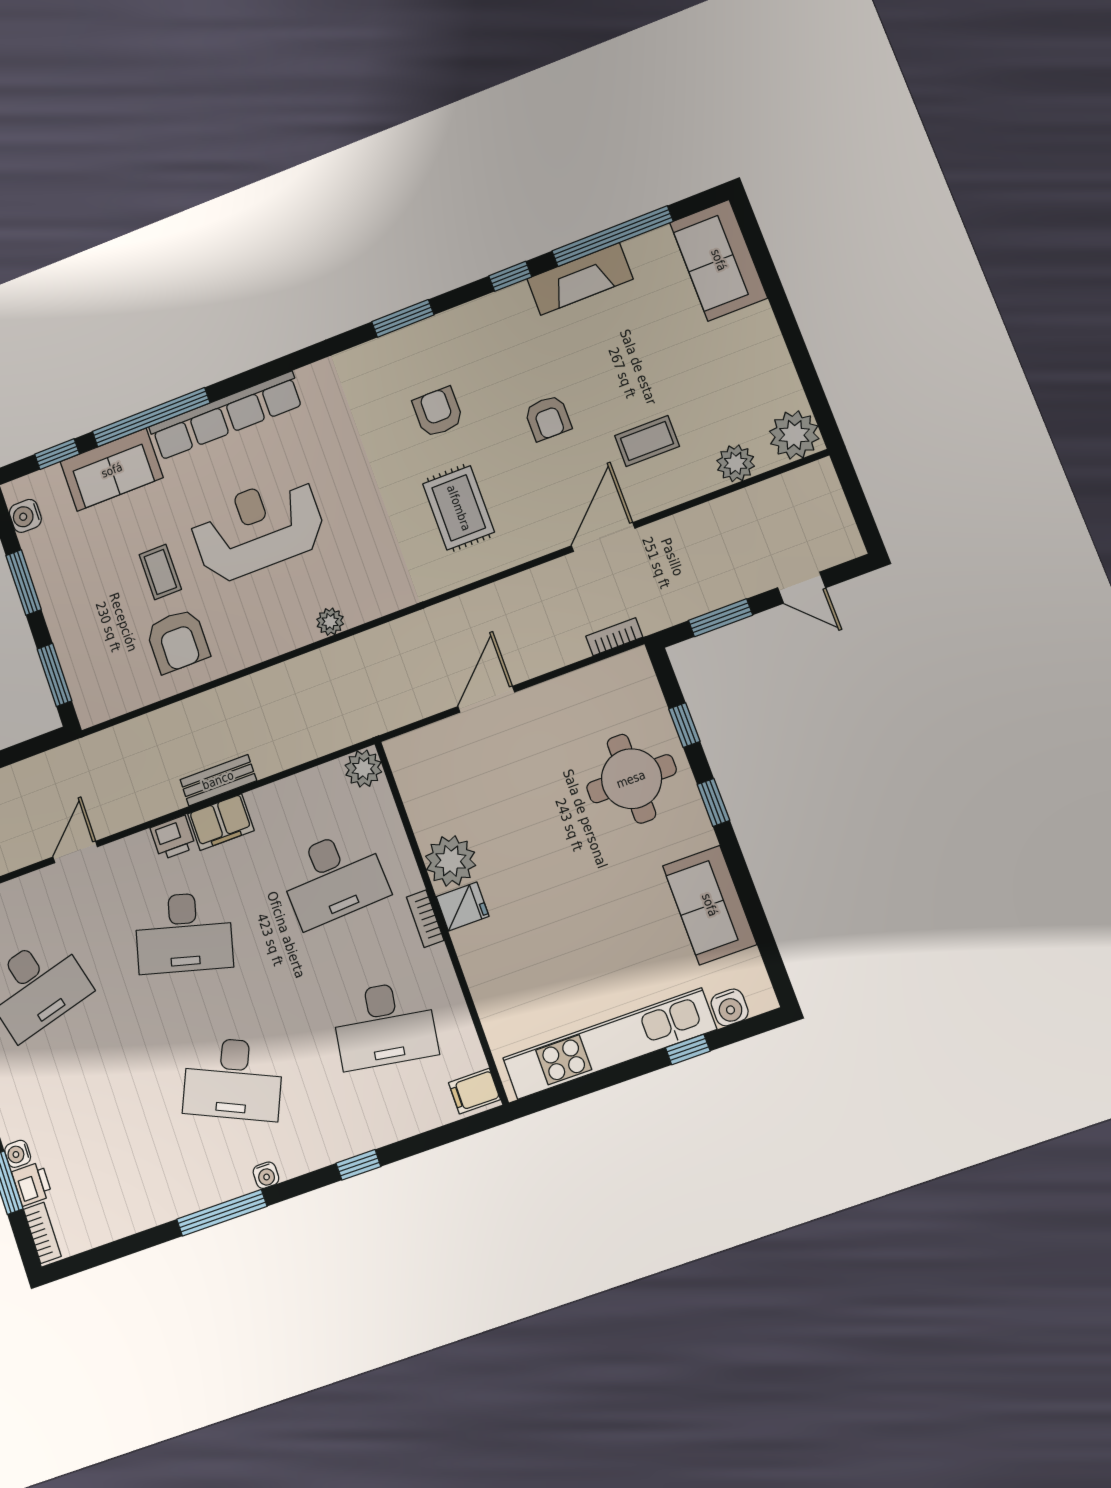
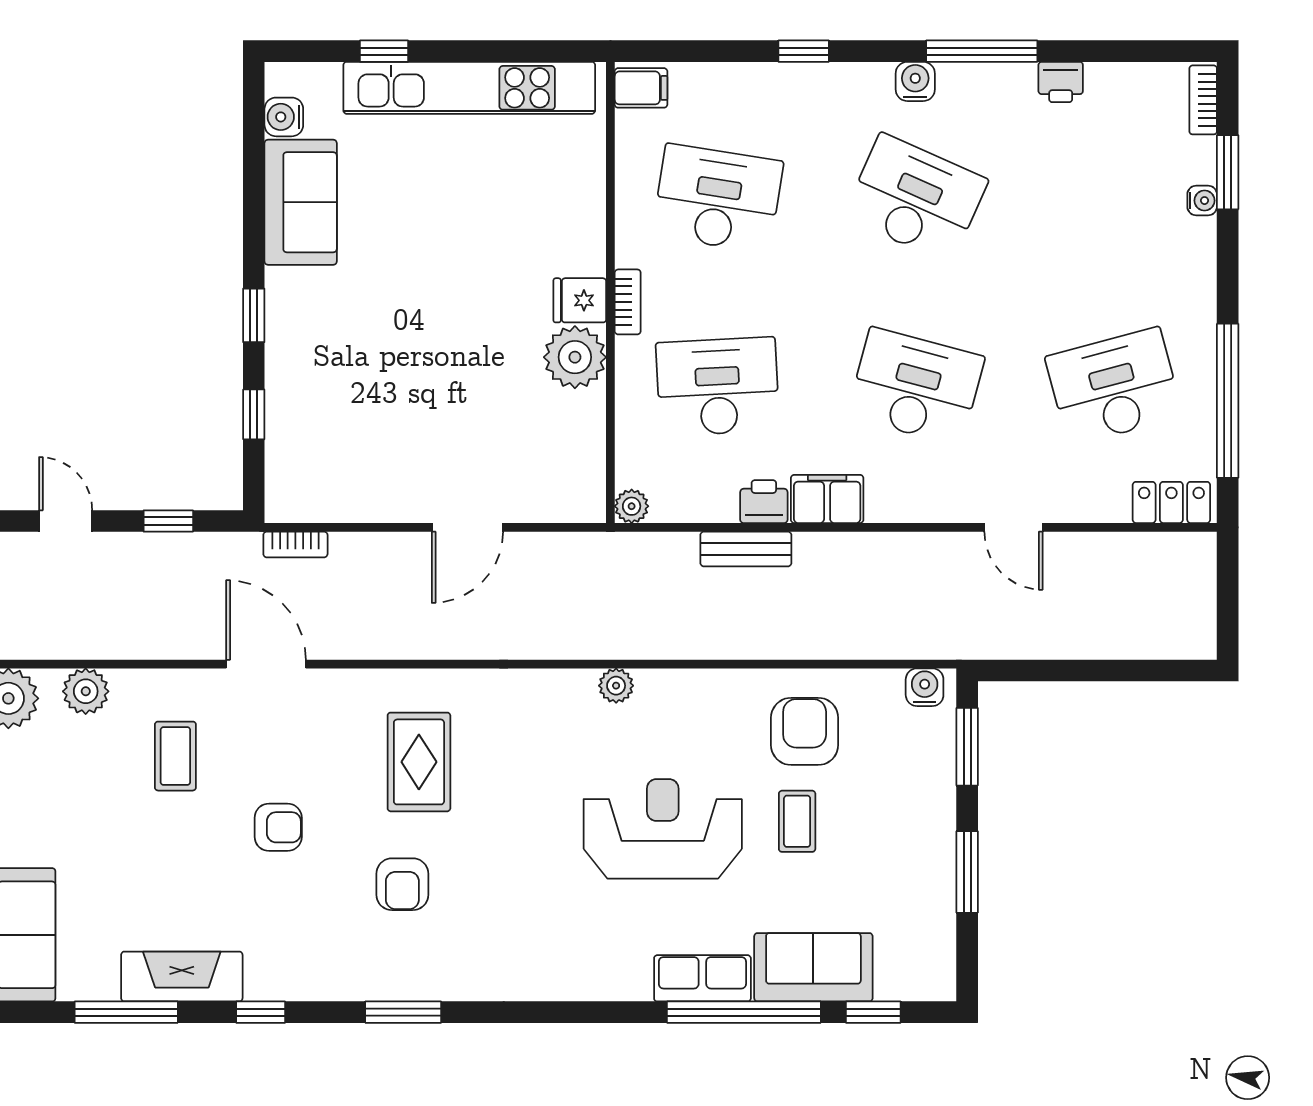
window: (612, 236) -> (126, 1012), width x0.68
row of seats: (226, 416) -> (702, 978), width x0.50
armchair: (548, 418) -> (278, 827), turned 90
coffee table: (647, 441) -> (175, 756), turned 90
water cooler: (25, 516) -> (925, 687), moved, turned -90
reception desk: (258, 528) -> (663, 829), turned 180
door: (603, 537) -> (266, 664), swing flipped
window: (721, 618) -> (168, 521), width x0.67
plant: (363, 769) -> (632, 506), width x0.73, depth x0.73
round table: (631, 779) -> (335, 376), removed
bench: (218, 780) -> (746, 549), moved
printer: (173, 838) -> (764, 502), moved
door: (75, 852) -> (1014, 527), hinge flipped
water cooler: (730, 1007) -> (284, 117), moved, turned -90
water cooler: (266, 1175) -> (915, 81), width x1.38, depth x1.38
printer: (32, 1184) -> (1061, 82), moved, turned -90

